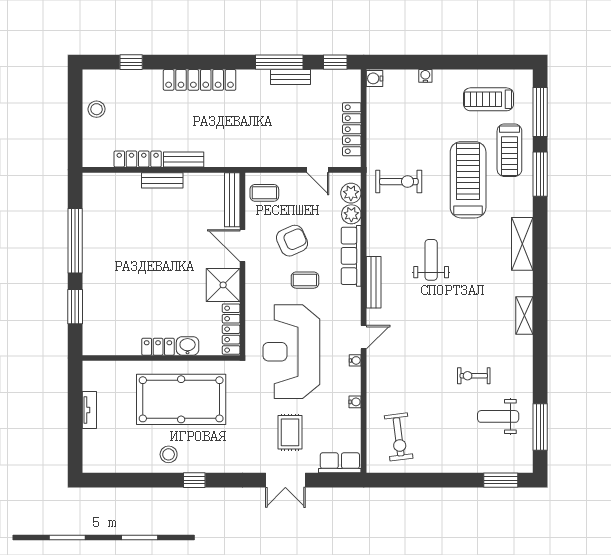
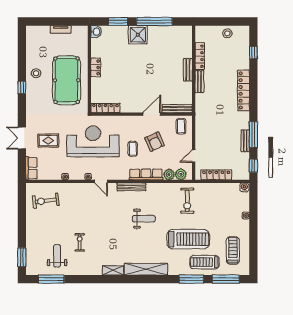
shelving: (522, 244) -> (146, 269), width x1.47
shower: (223, 285) -> (138, 35), moved
washbasin: (188, 346) -> (96, 32), moved

